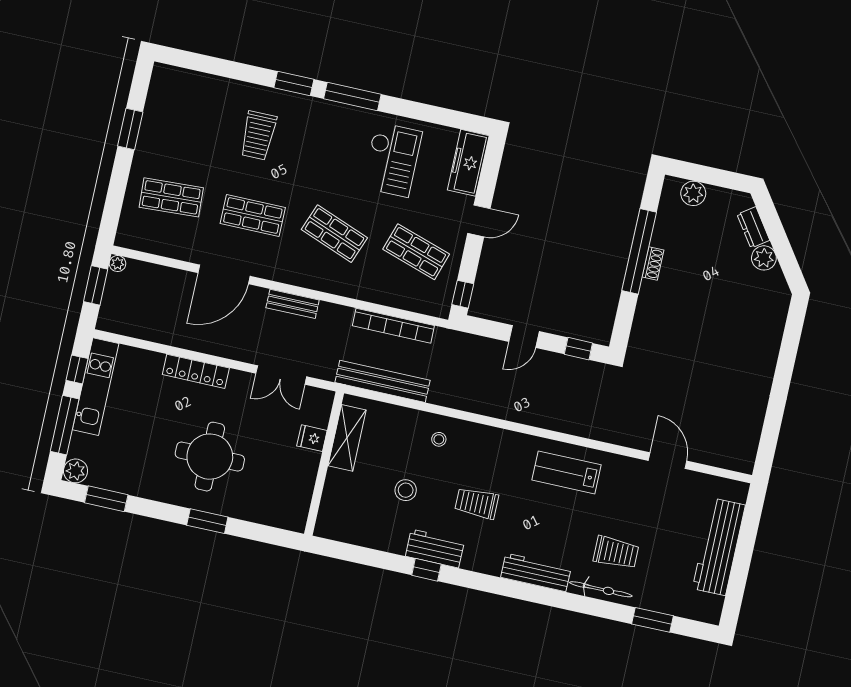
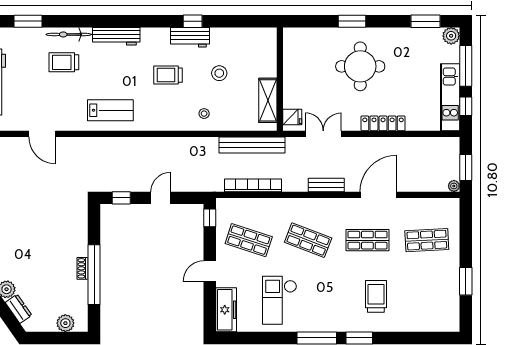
fridge: (312, 438) -> (292, 117), moved
trolley: (477, 503) -> (168, 75), turned 180

